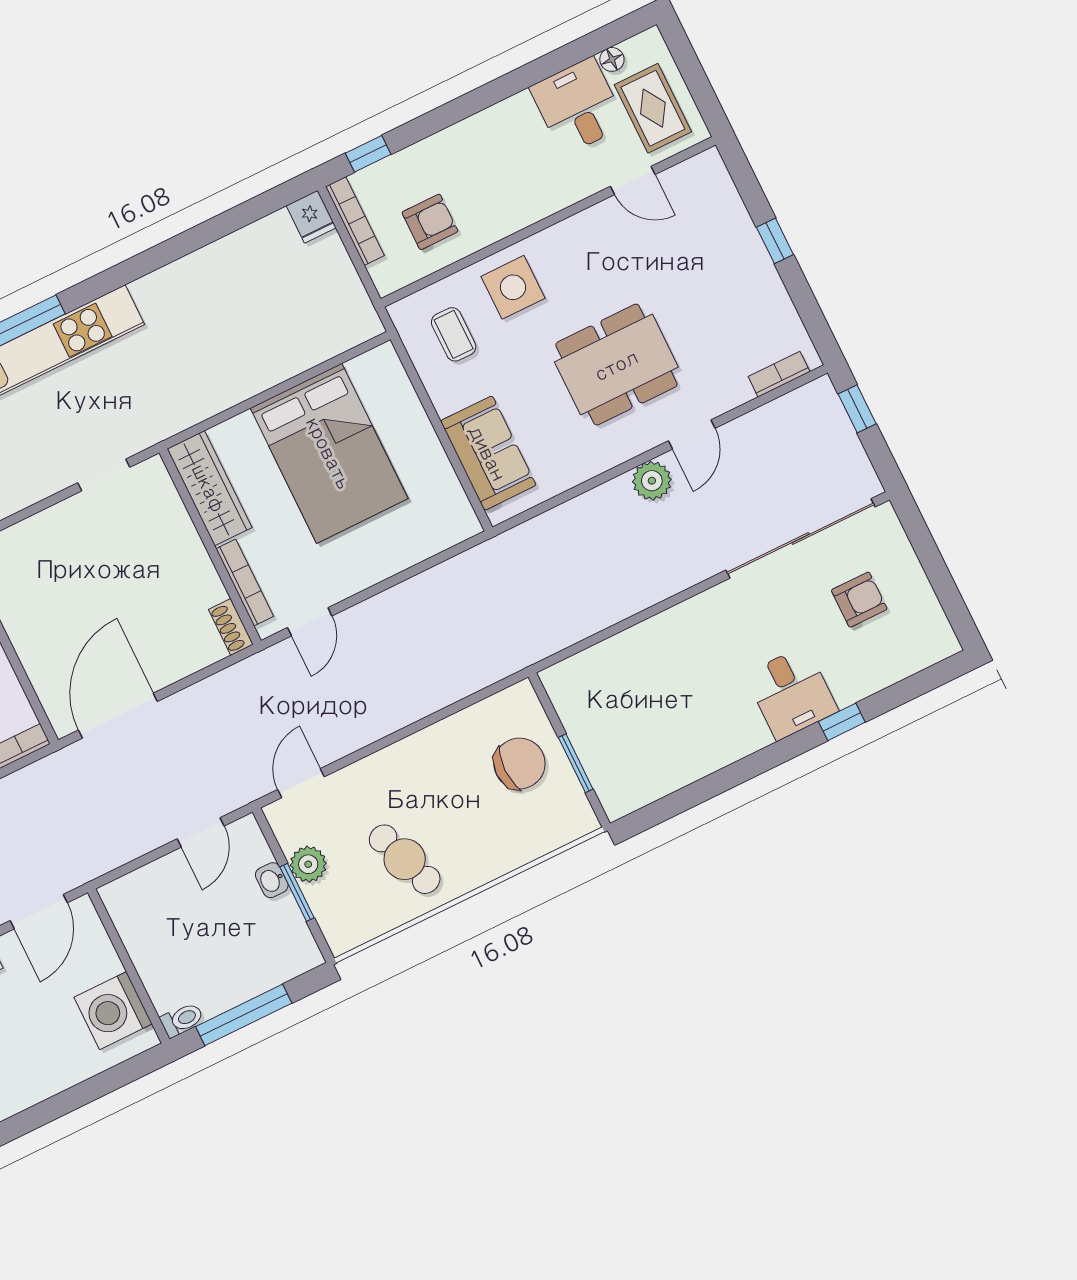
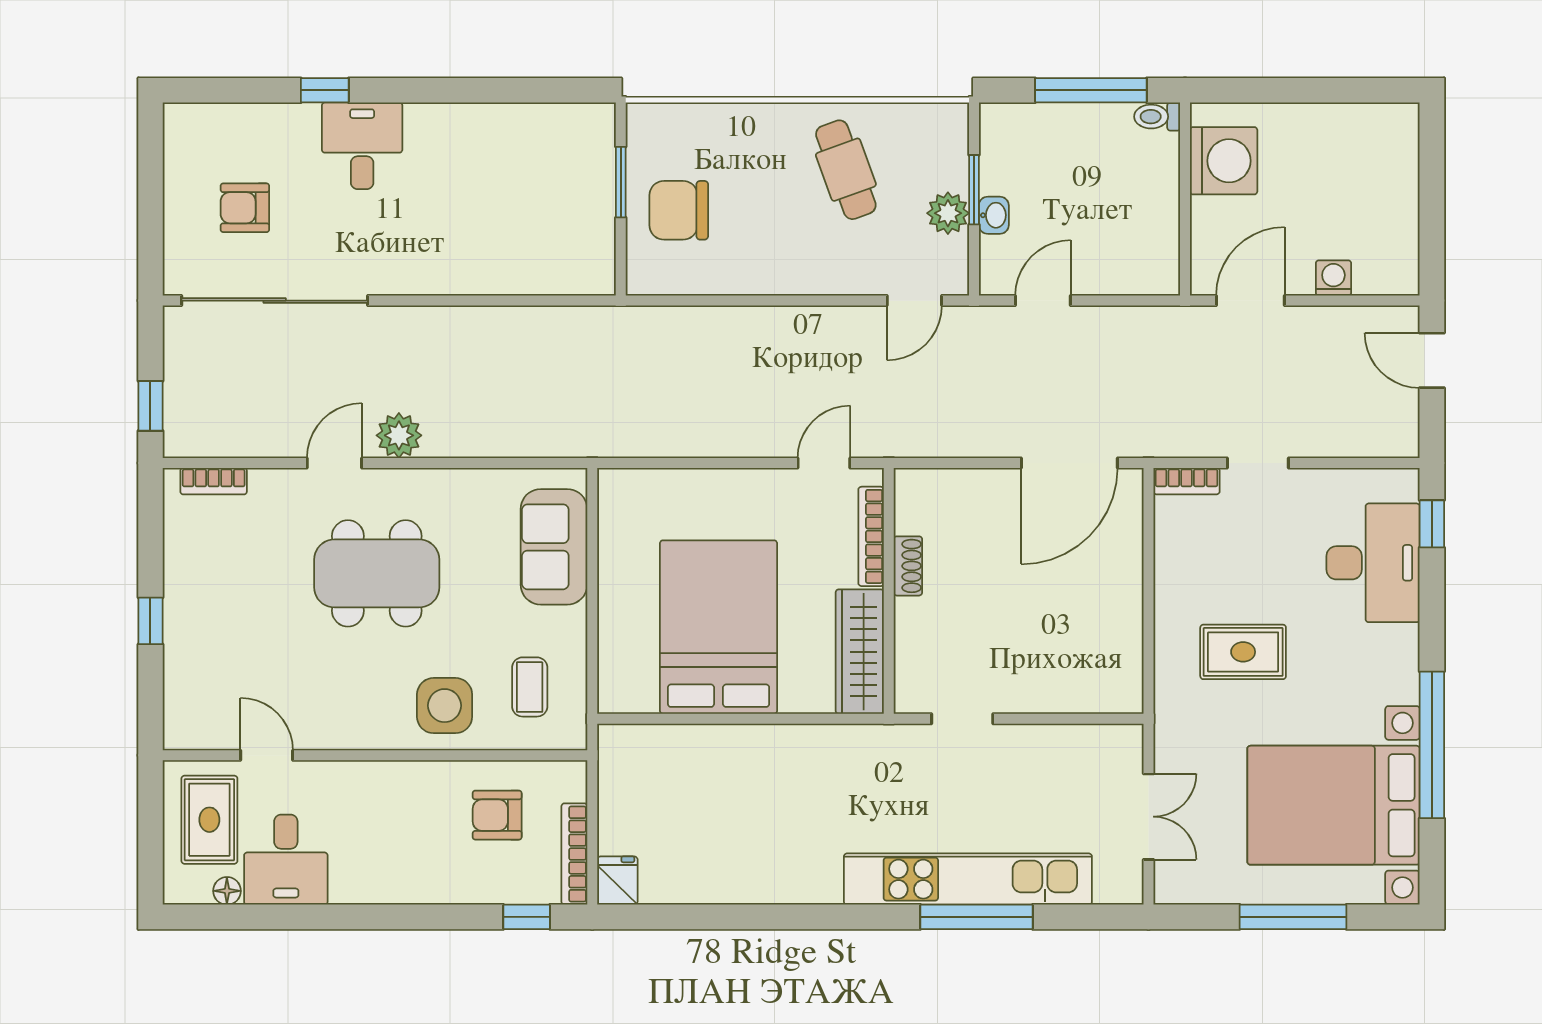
shoe rack: (231, 627) -> (908, 566), moved

